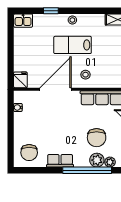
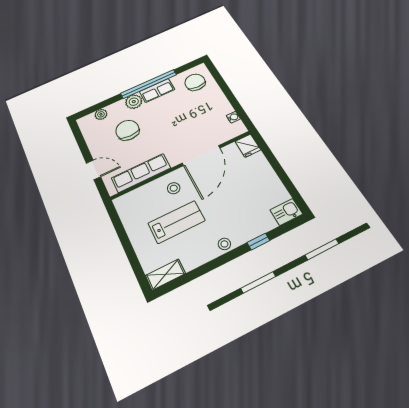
lab bench: (73, 45) -> (176, 222), moved
plant: (97, 160) -> (134, 102), moved
window: (87, 170) -> (149, 84), moved

